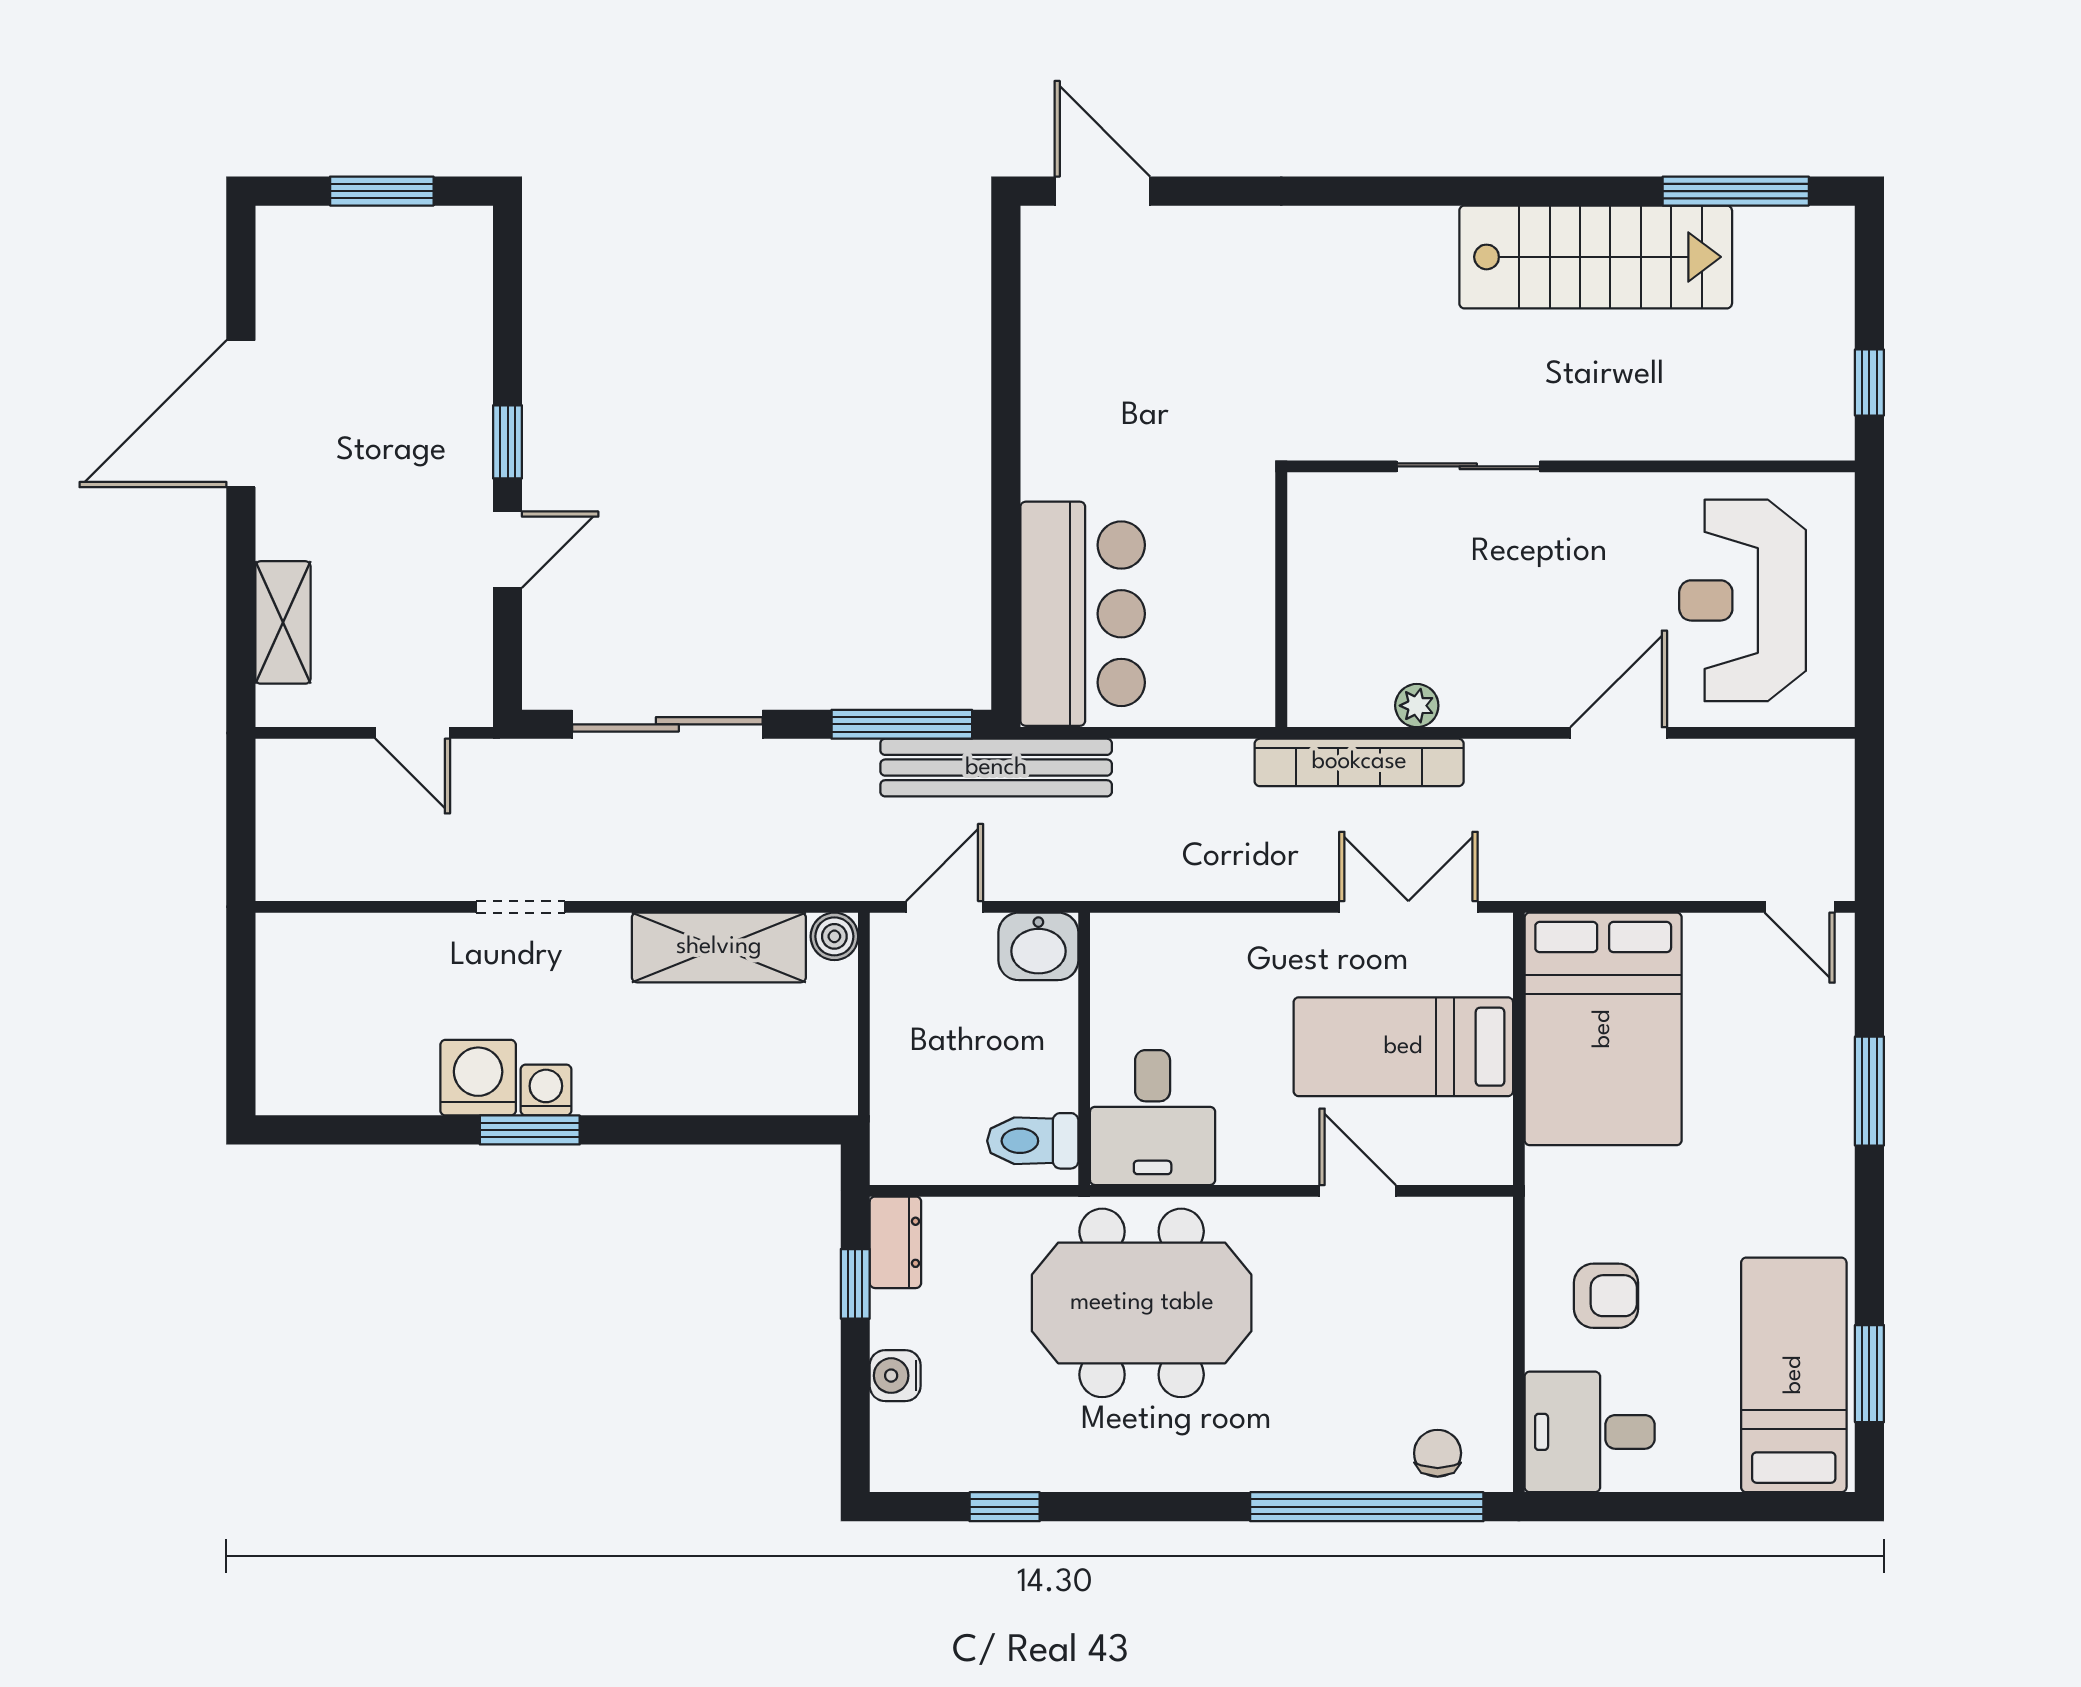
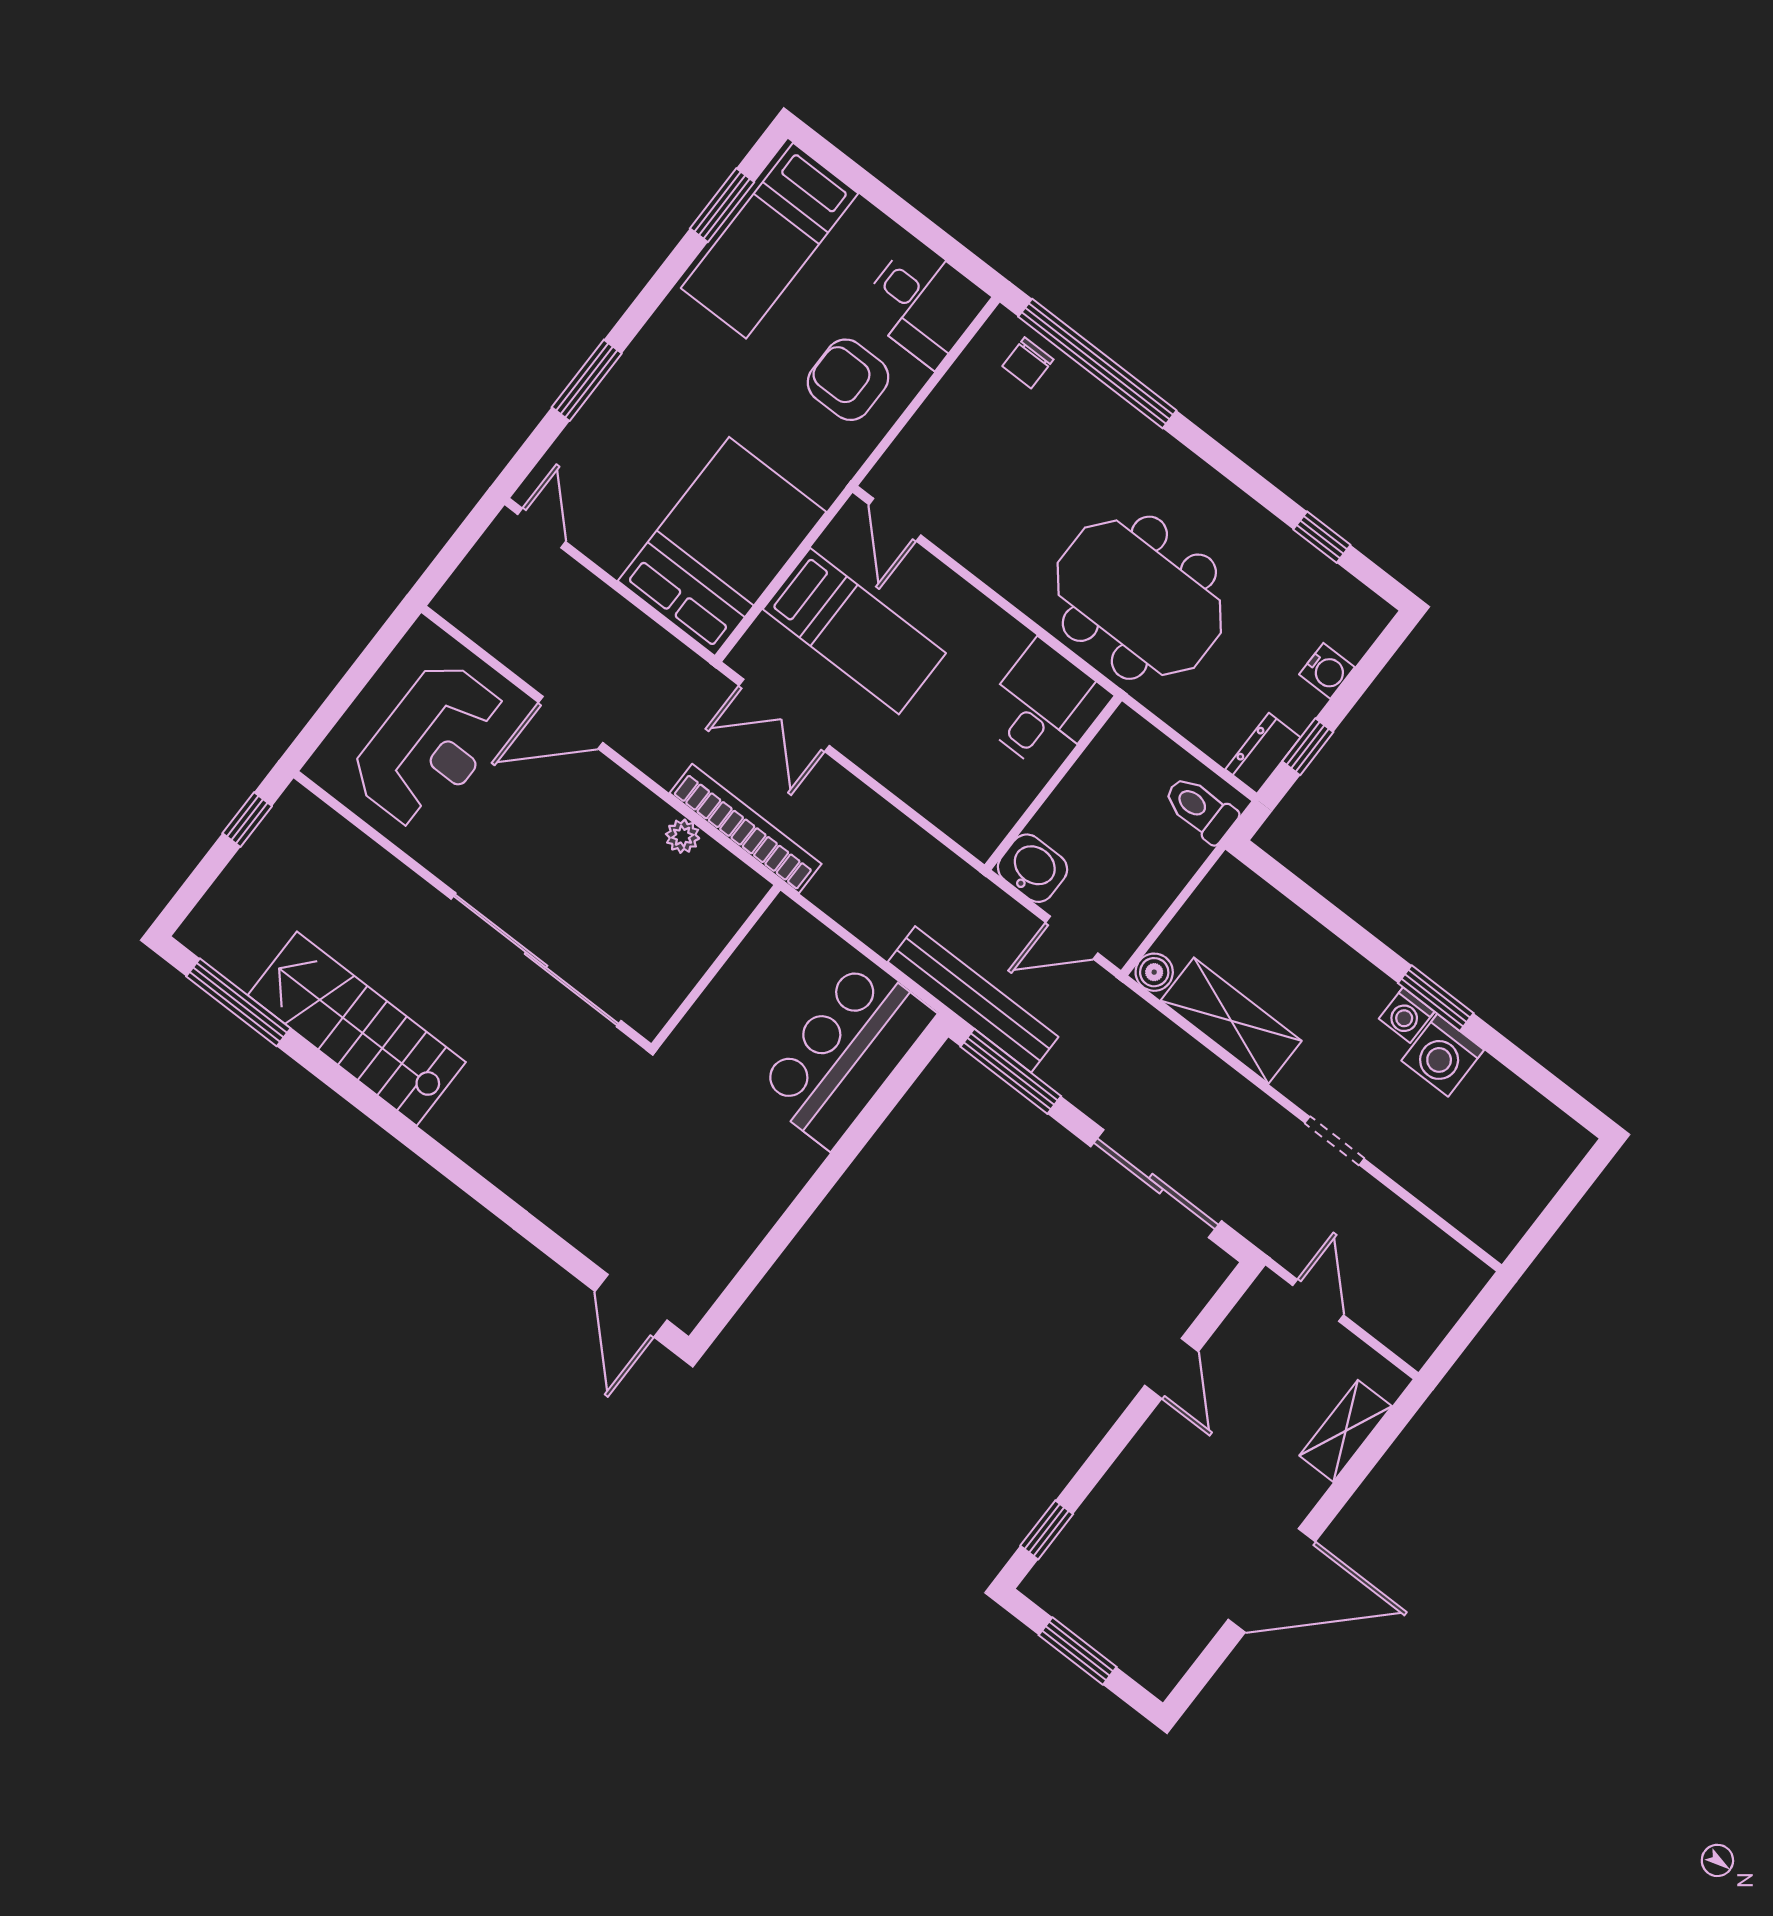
window: (508, 442) -> (1047, 1530), moved
sliding door: (1468, 466) -> (536, 960), width x1.86
door: (508, 550) -> (1172, 1369), swing flipped
toilet: (1033, 1141) -> (1200, 809), moved, turned 180
door: (1358, 1191) -> (895, 520), moved
armchair: (1606, 1296) -> (848, 380), width x1.38, depth x1.38

